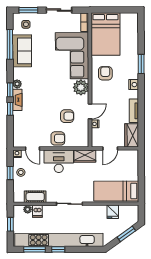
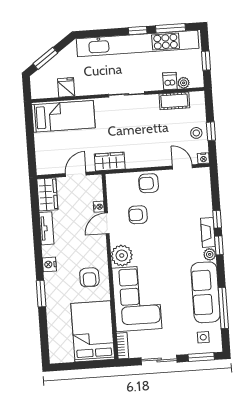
sofa: (22, 51) -> (205, 292), width x1.36
desk: (59, 161) -> (145, 152), removed

